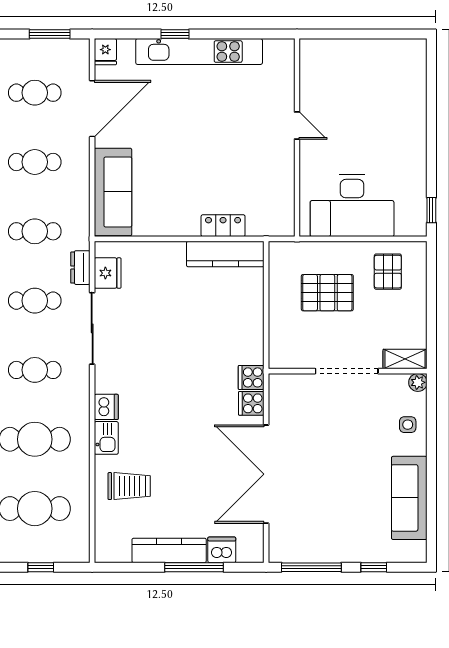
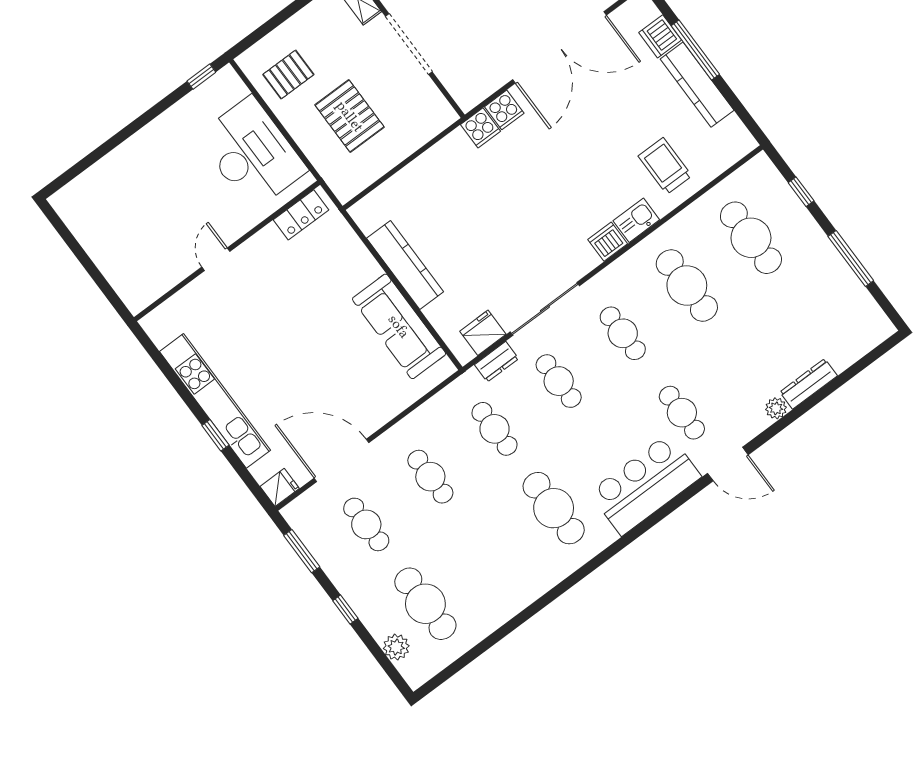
sofa: (113, 192) -> (399, 326), moved, turned -90
locker: (223, 226) -> (301, 215), moved, turned -90
kitchen counter: (225, 254) -> (405, 265), moved

